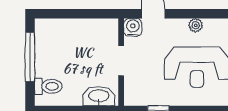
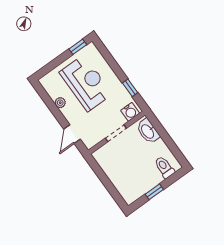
water cooler: (133, 27) -> (130, 112), moved, turned -90
window: (30, 57) -> (154, 192), width x0.46

